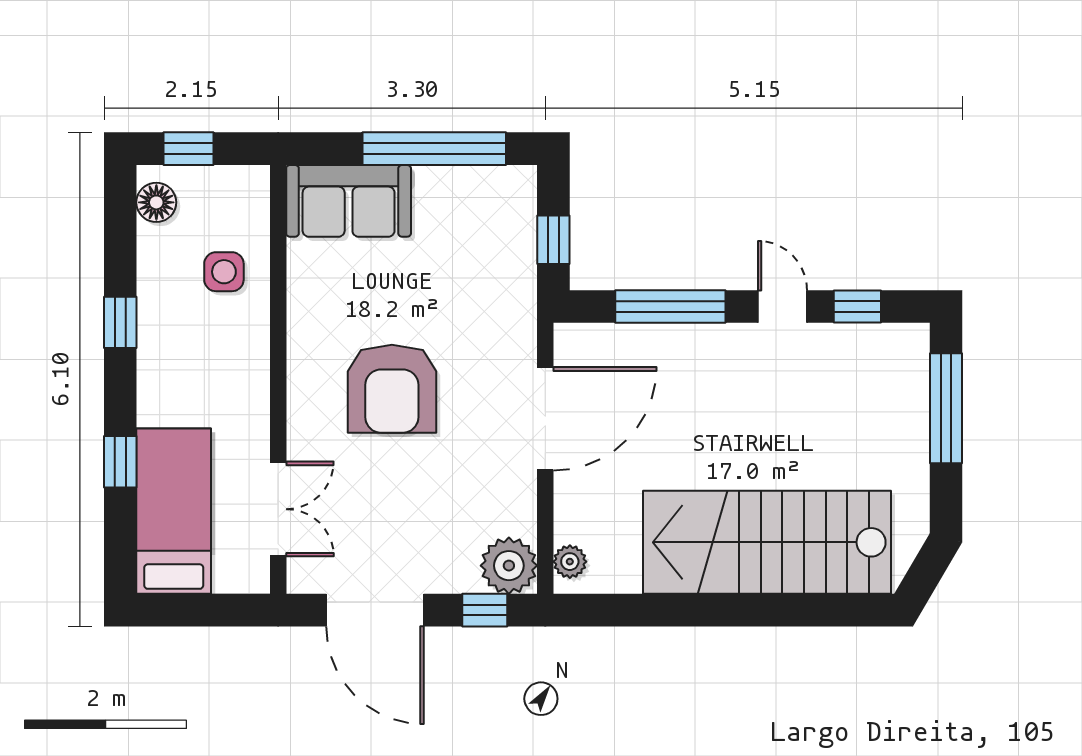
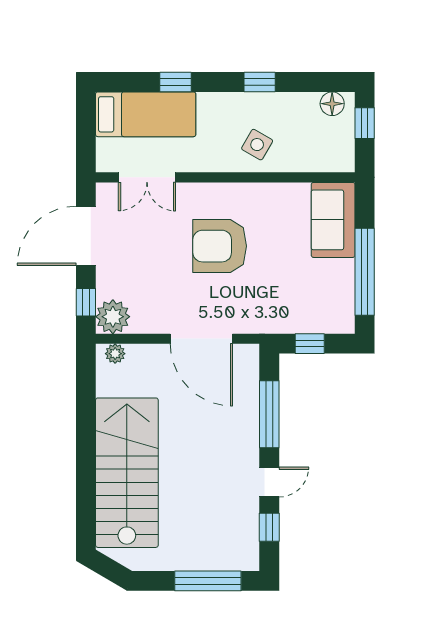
side table: (224, 272) -> (257, 145), moved, turned 30

